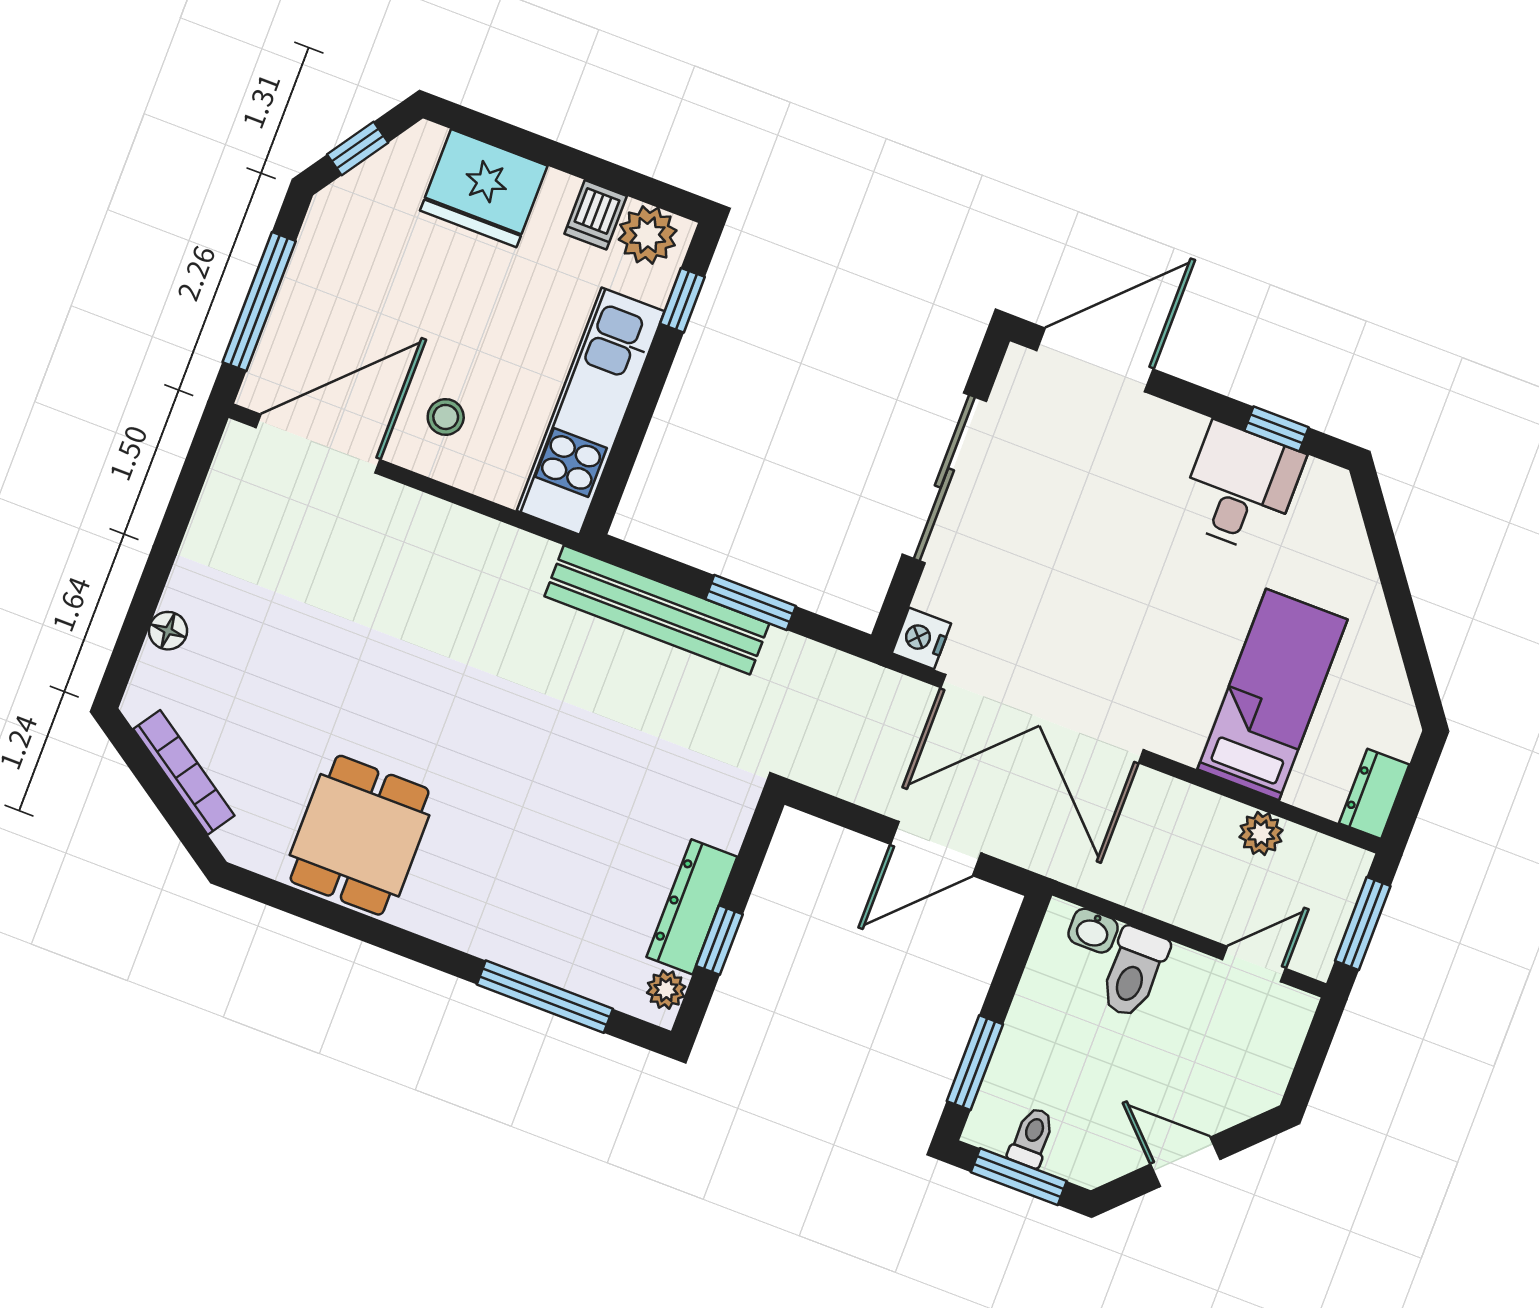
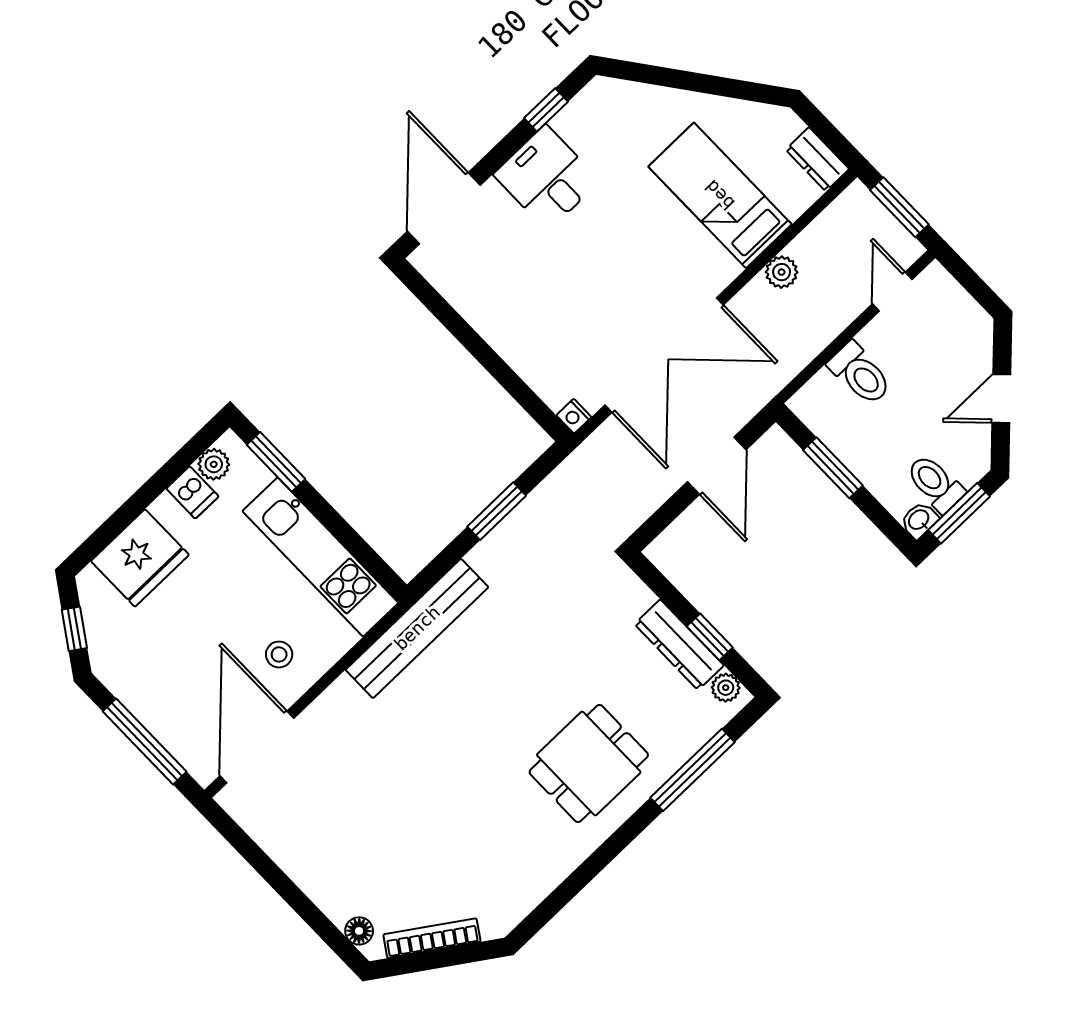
plant: (648, 235) -> (214, 464), width x0.73, depth x0.73
window: (682, 300) -> (276, 462), width x1.50
sliding door: (944, 478) -> (475, 344), removed
desk: (1241, 488) -> (547, 178), moved
bench: (657, 610) -> (417, 628), moved
floor lamp: (168, 631) -> (359, 931), moved
nightstand: (921, 638) -> (574, 416), width x0.72, depth x0.74
plant: (1261, 834) -> (782, 272), moved
dining table: (360, 835) -> (589, 763), moved, turned 90
washbasin: (1093, 931) -> (919, 520), moved, turned 180
window: (975, 1063) -> (833, 468), moved
toilet: (1032, 1137) -> (935, 483), width x1.37, depth x1.39

